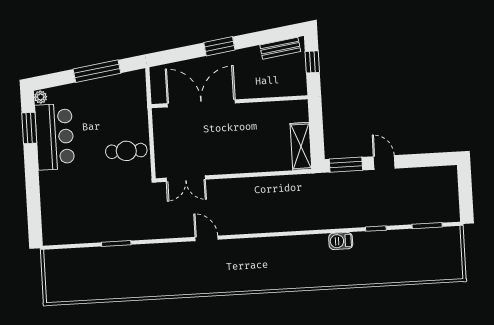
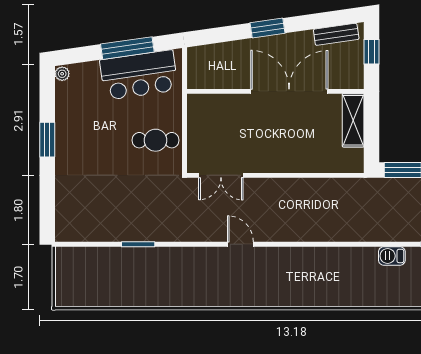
double door: (201, 103) -> (289, 91), moved
window: (29, 128) -> (47, 140), moved
bar counter: (55, 137) -> (139, 75), moved, turned 82
shelving: (301, 146) -> (353, 120), moved

